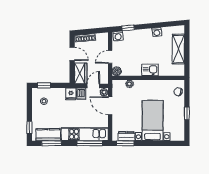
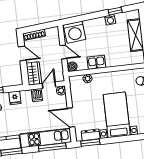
window: (128, 28) -> (115, 11), moved
washing machine: (118, 36) -> (75, 32), width x1.89, depth x1.89
door: (110, 57) -> (63, 52), swing flipped
kitchen sink: (150, 70) -> (96, 62), moved
fridge: (71, 94) -> (15, 98), moved
door: (110, 106) -> (71, 118), moved

